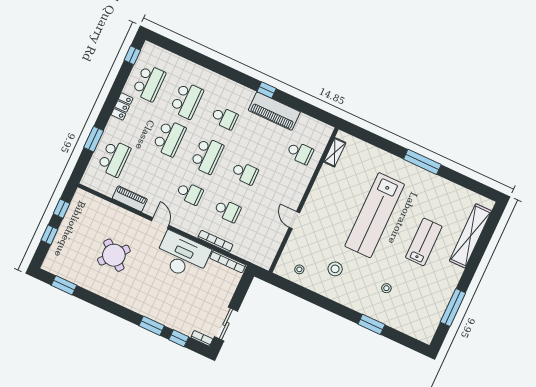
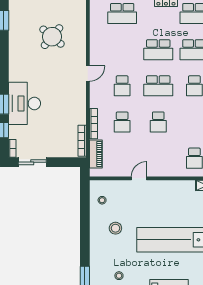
piano: (130, 199) -> (96, 154), moved
round table: (114, 255) -> (52, 37), moved
desk: (182, 256) -> (24, 103), moved, turned 180

